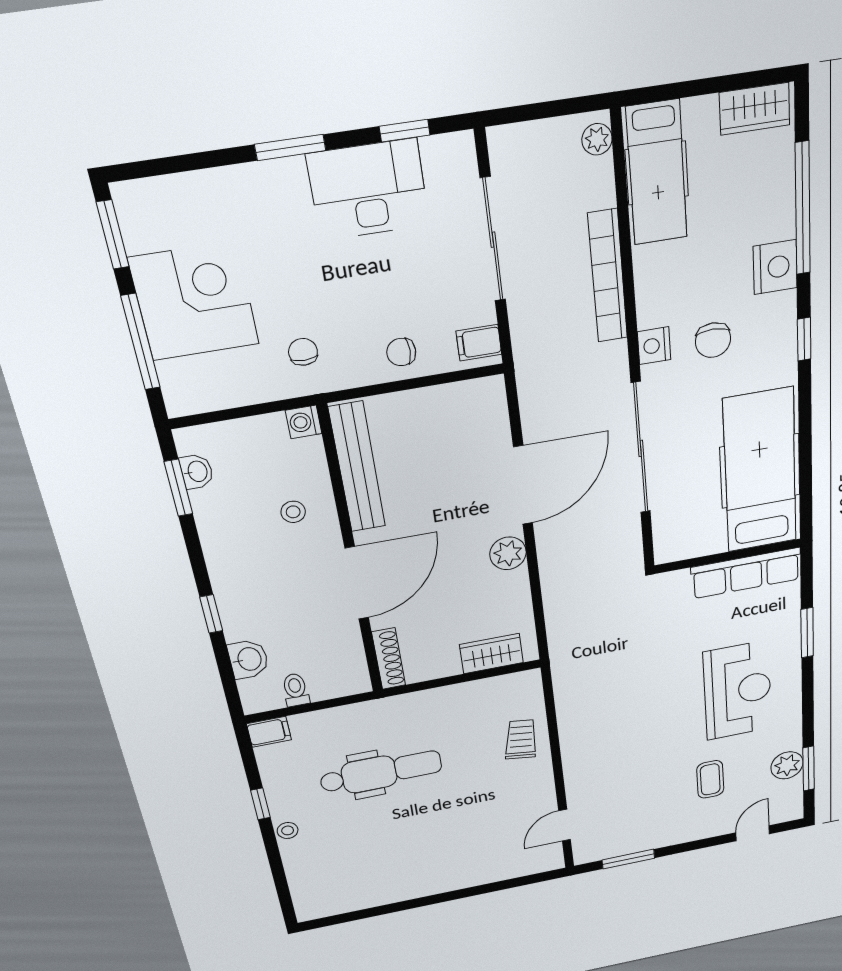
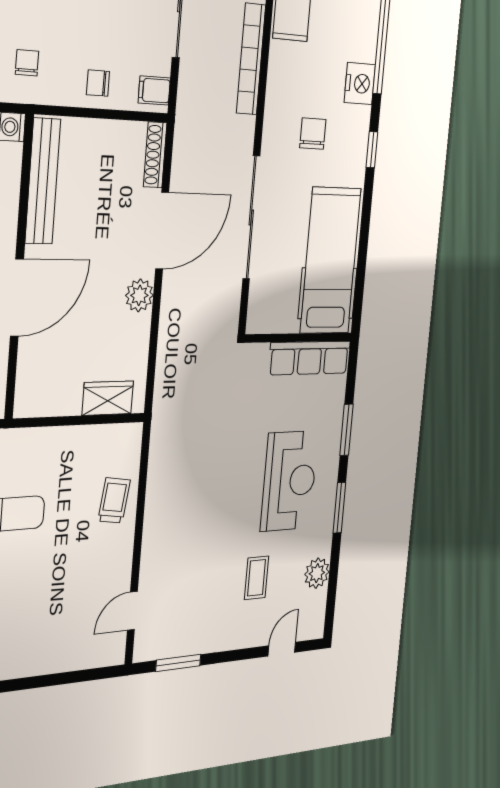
chair: (713, 340) -> (313, 134), turned 180
nightstand: (654, 346) -> (273, 127), removed
shoe rack: (389, 659) -> (155, 155), moved, turned 180
window: (809, 769) -> (339, 508), moved

